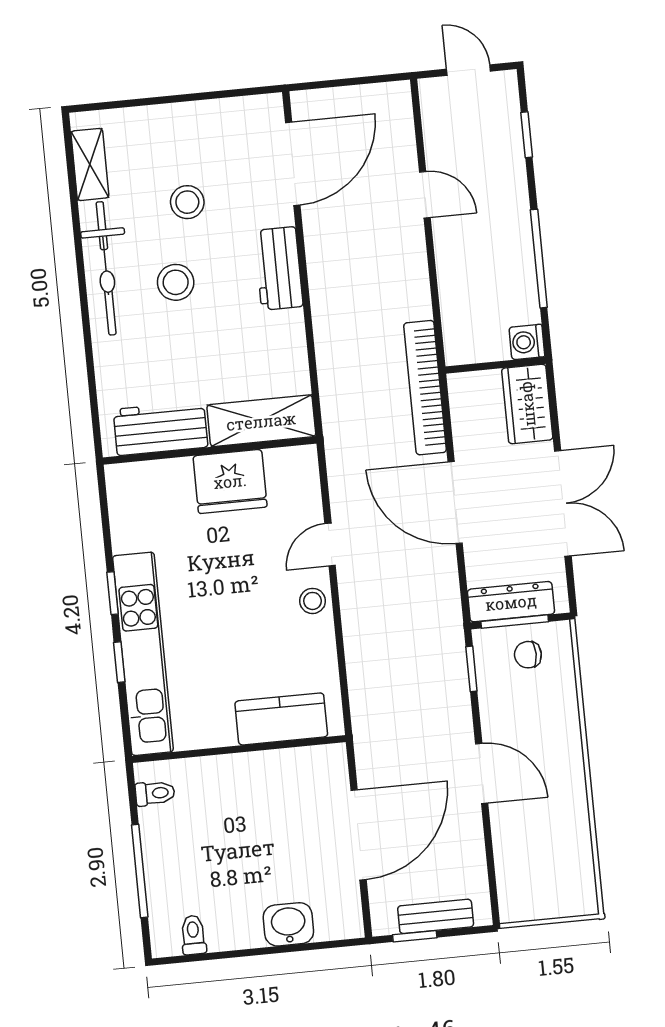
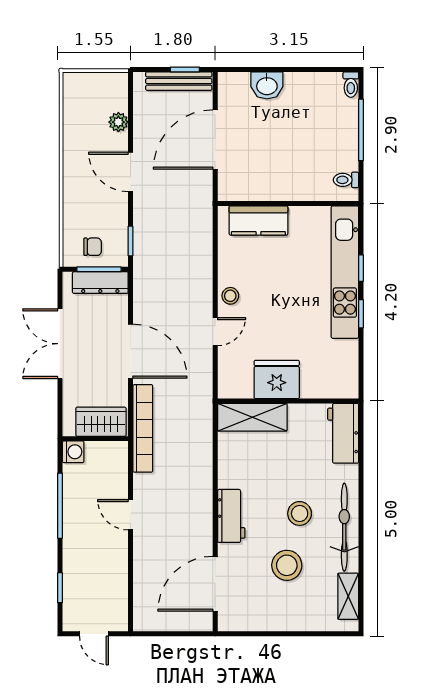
door: (425, 195) -> (131, 515), moved
stool: (187, 202) -> (287, 565), width x1.38, depth x1.38
wardrobe: (527, 404) -> (101, 422), moved, turned -90
workbench: (160, 428) -> (343, 433), moved, turned 90
plant: (507, 847) -> (118, 122), added
bench: (436, 916) -> (179, 81), width x1.36
toilet: (193, 935) -> (351, 85), moved

